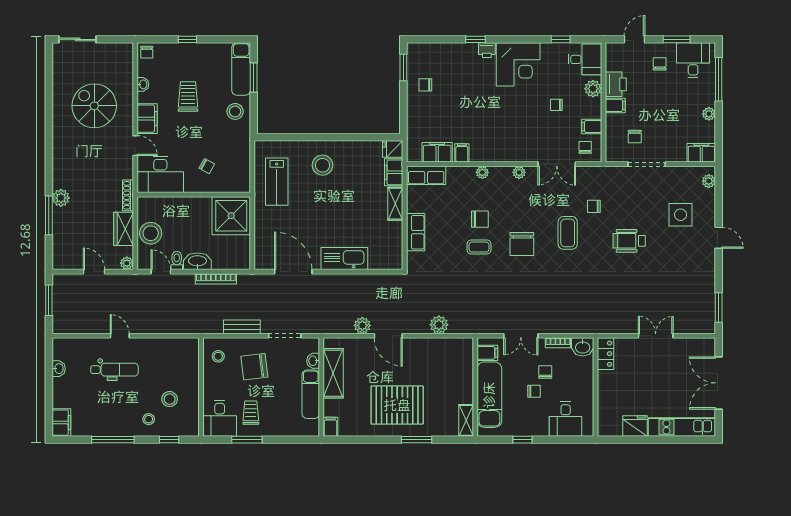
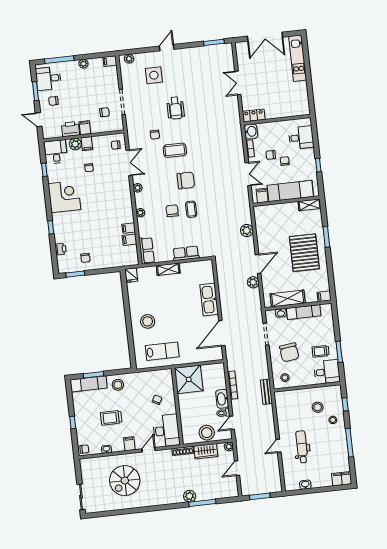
printer: (487, 50) -> (61, 249), moved
filing cabinet: (147, 119) -> (129, 444), width x0.50
filing cabinet: (592, 127) -> (87, 144), moved
filing cabinet: (437, 152) -> (130, 240), width x0.50
filing cabinet: (701, 153) -> (110, 61), width x0.50
filing cabinet: (394, 172) -> (147, 273), removed
bench: (242, 327) -> (266, 392), moved
fridge: (635, 426) -> (300, 90), removed

